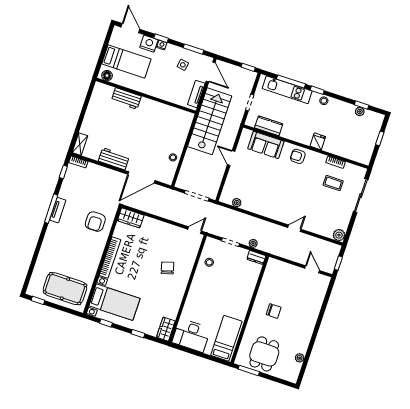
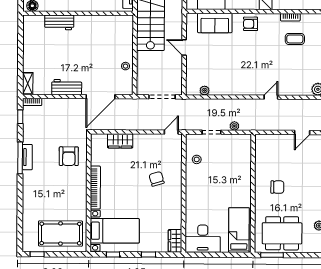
wardrobe: (131, 218) -> (120, 141), moved
dresser: (256, 258) -> (242, 139), removed
door: (312, 269) -> (302, 132), swing flipped
dining table: (264, 354) -> (282, 233), width x1.38

